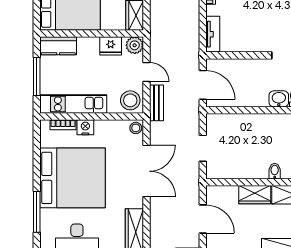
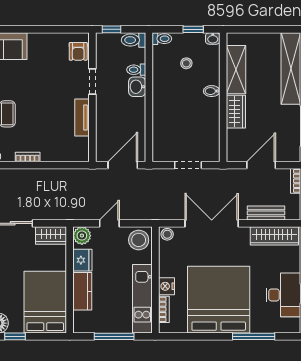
tv unit: (213, 34) -> (82, 117), moved, turned -90
kitchen counter: (58, 46) -> (82, 291), moved
bench: (156, 103) -> (266, 213), moved

